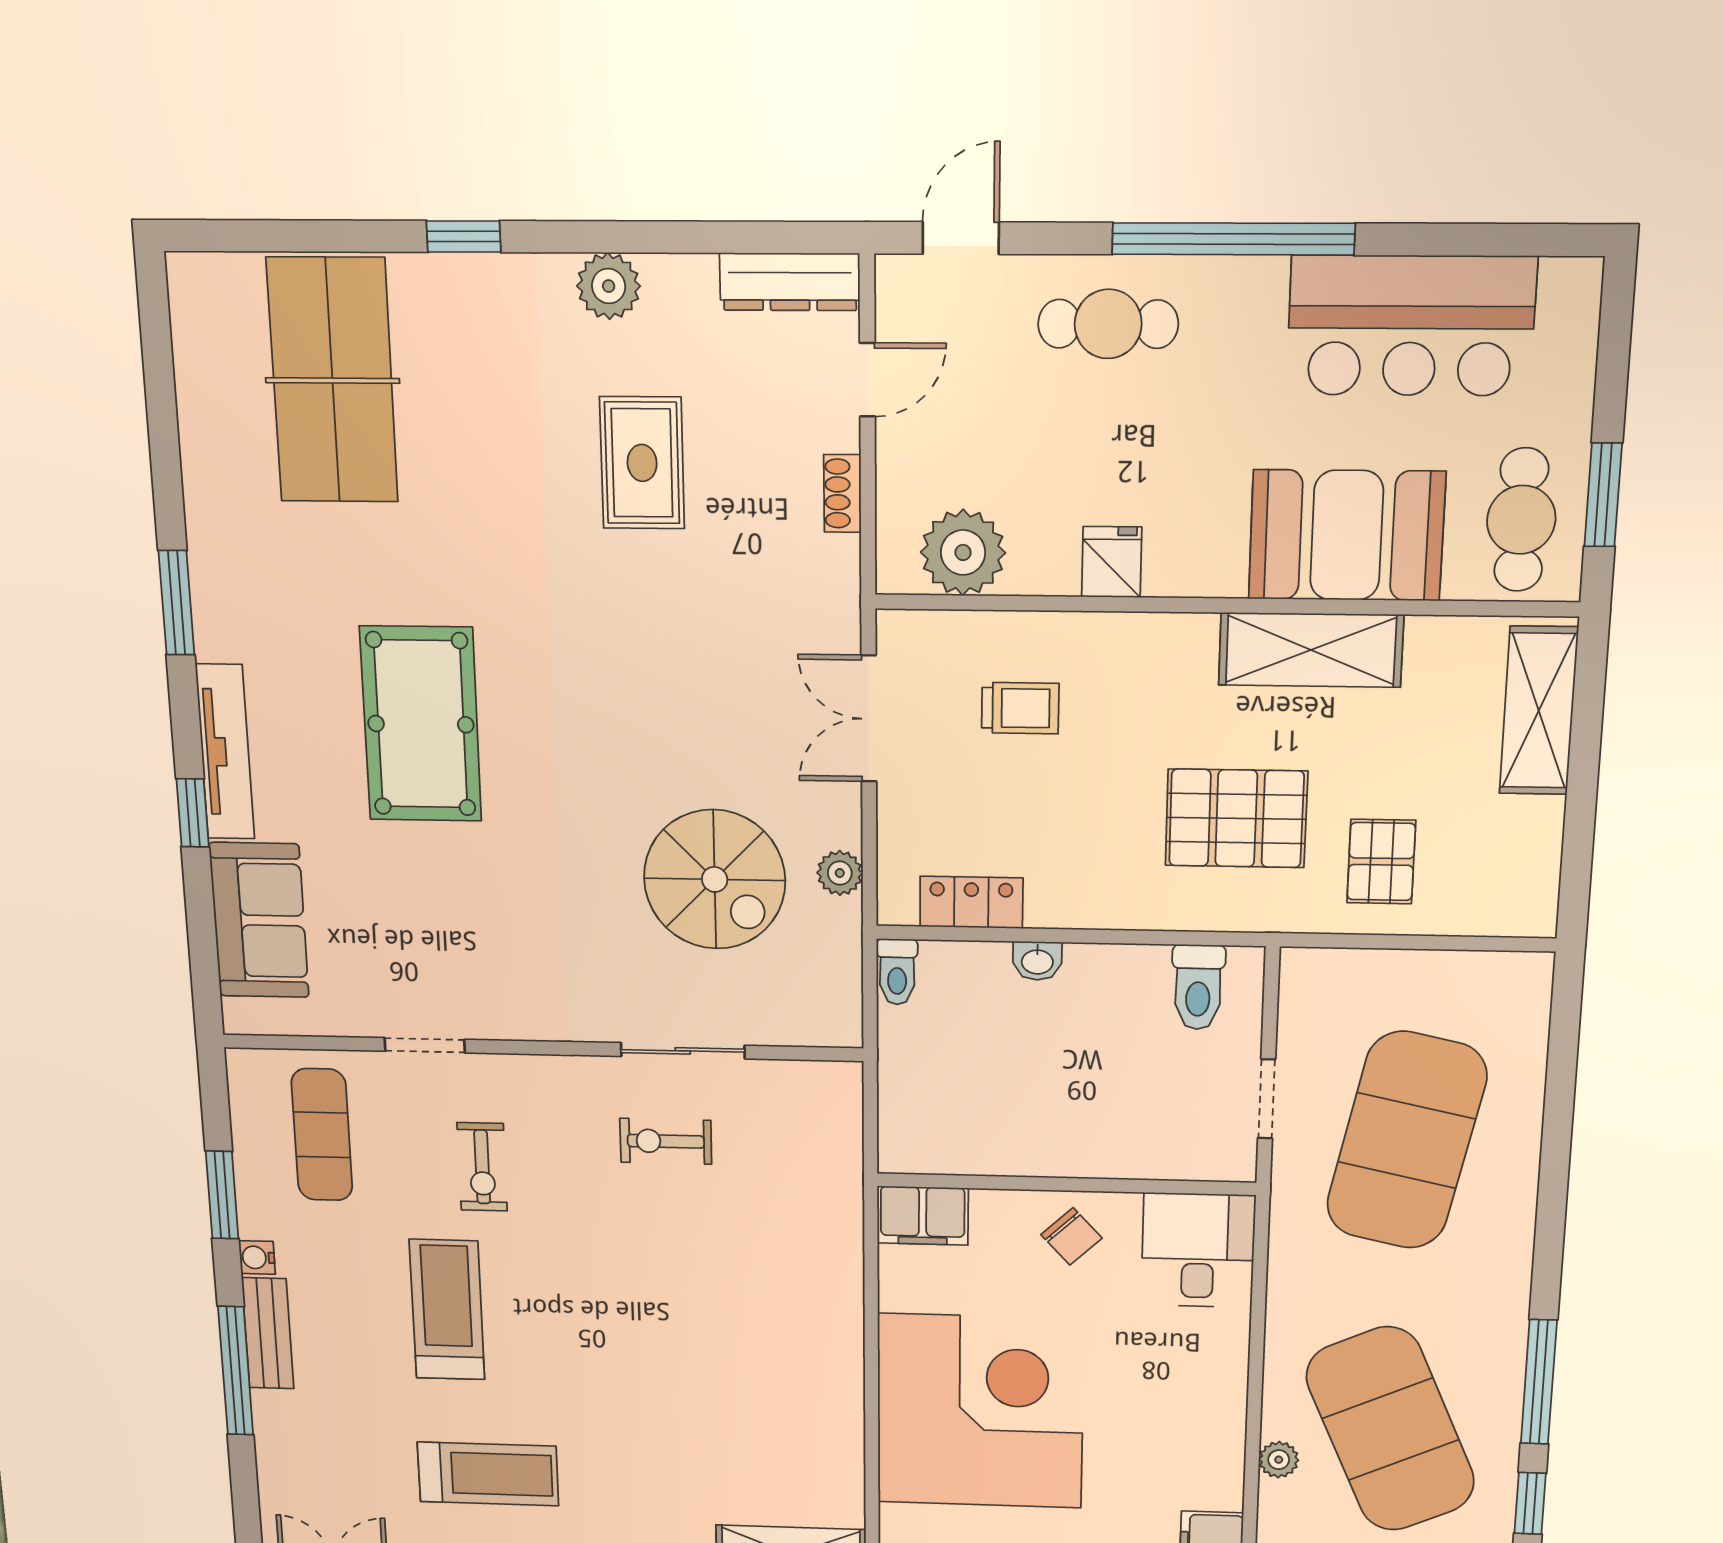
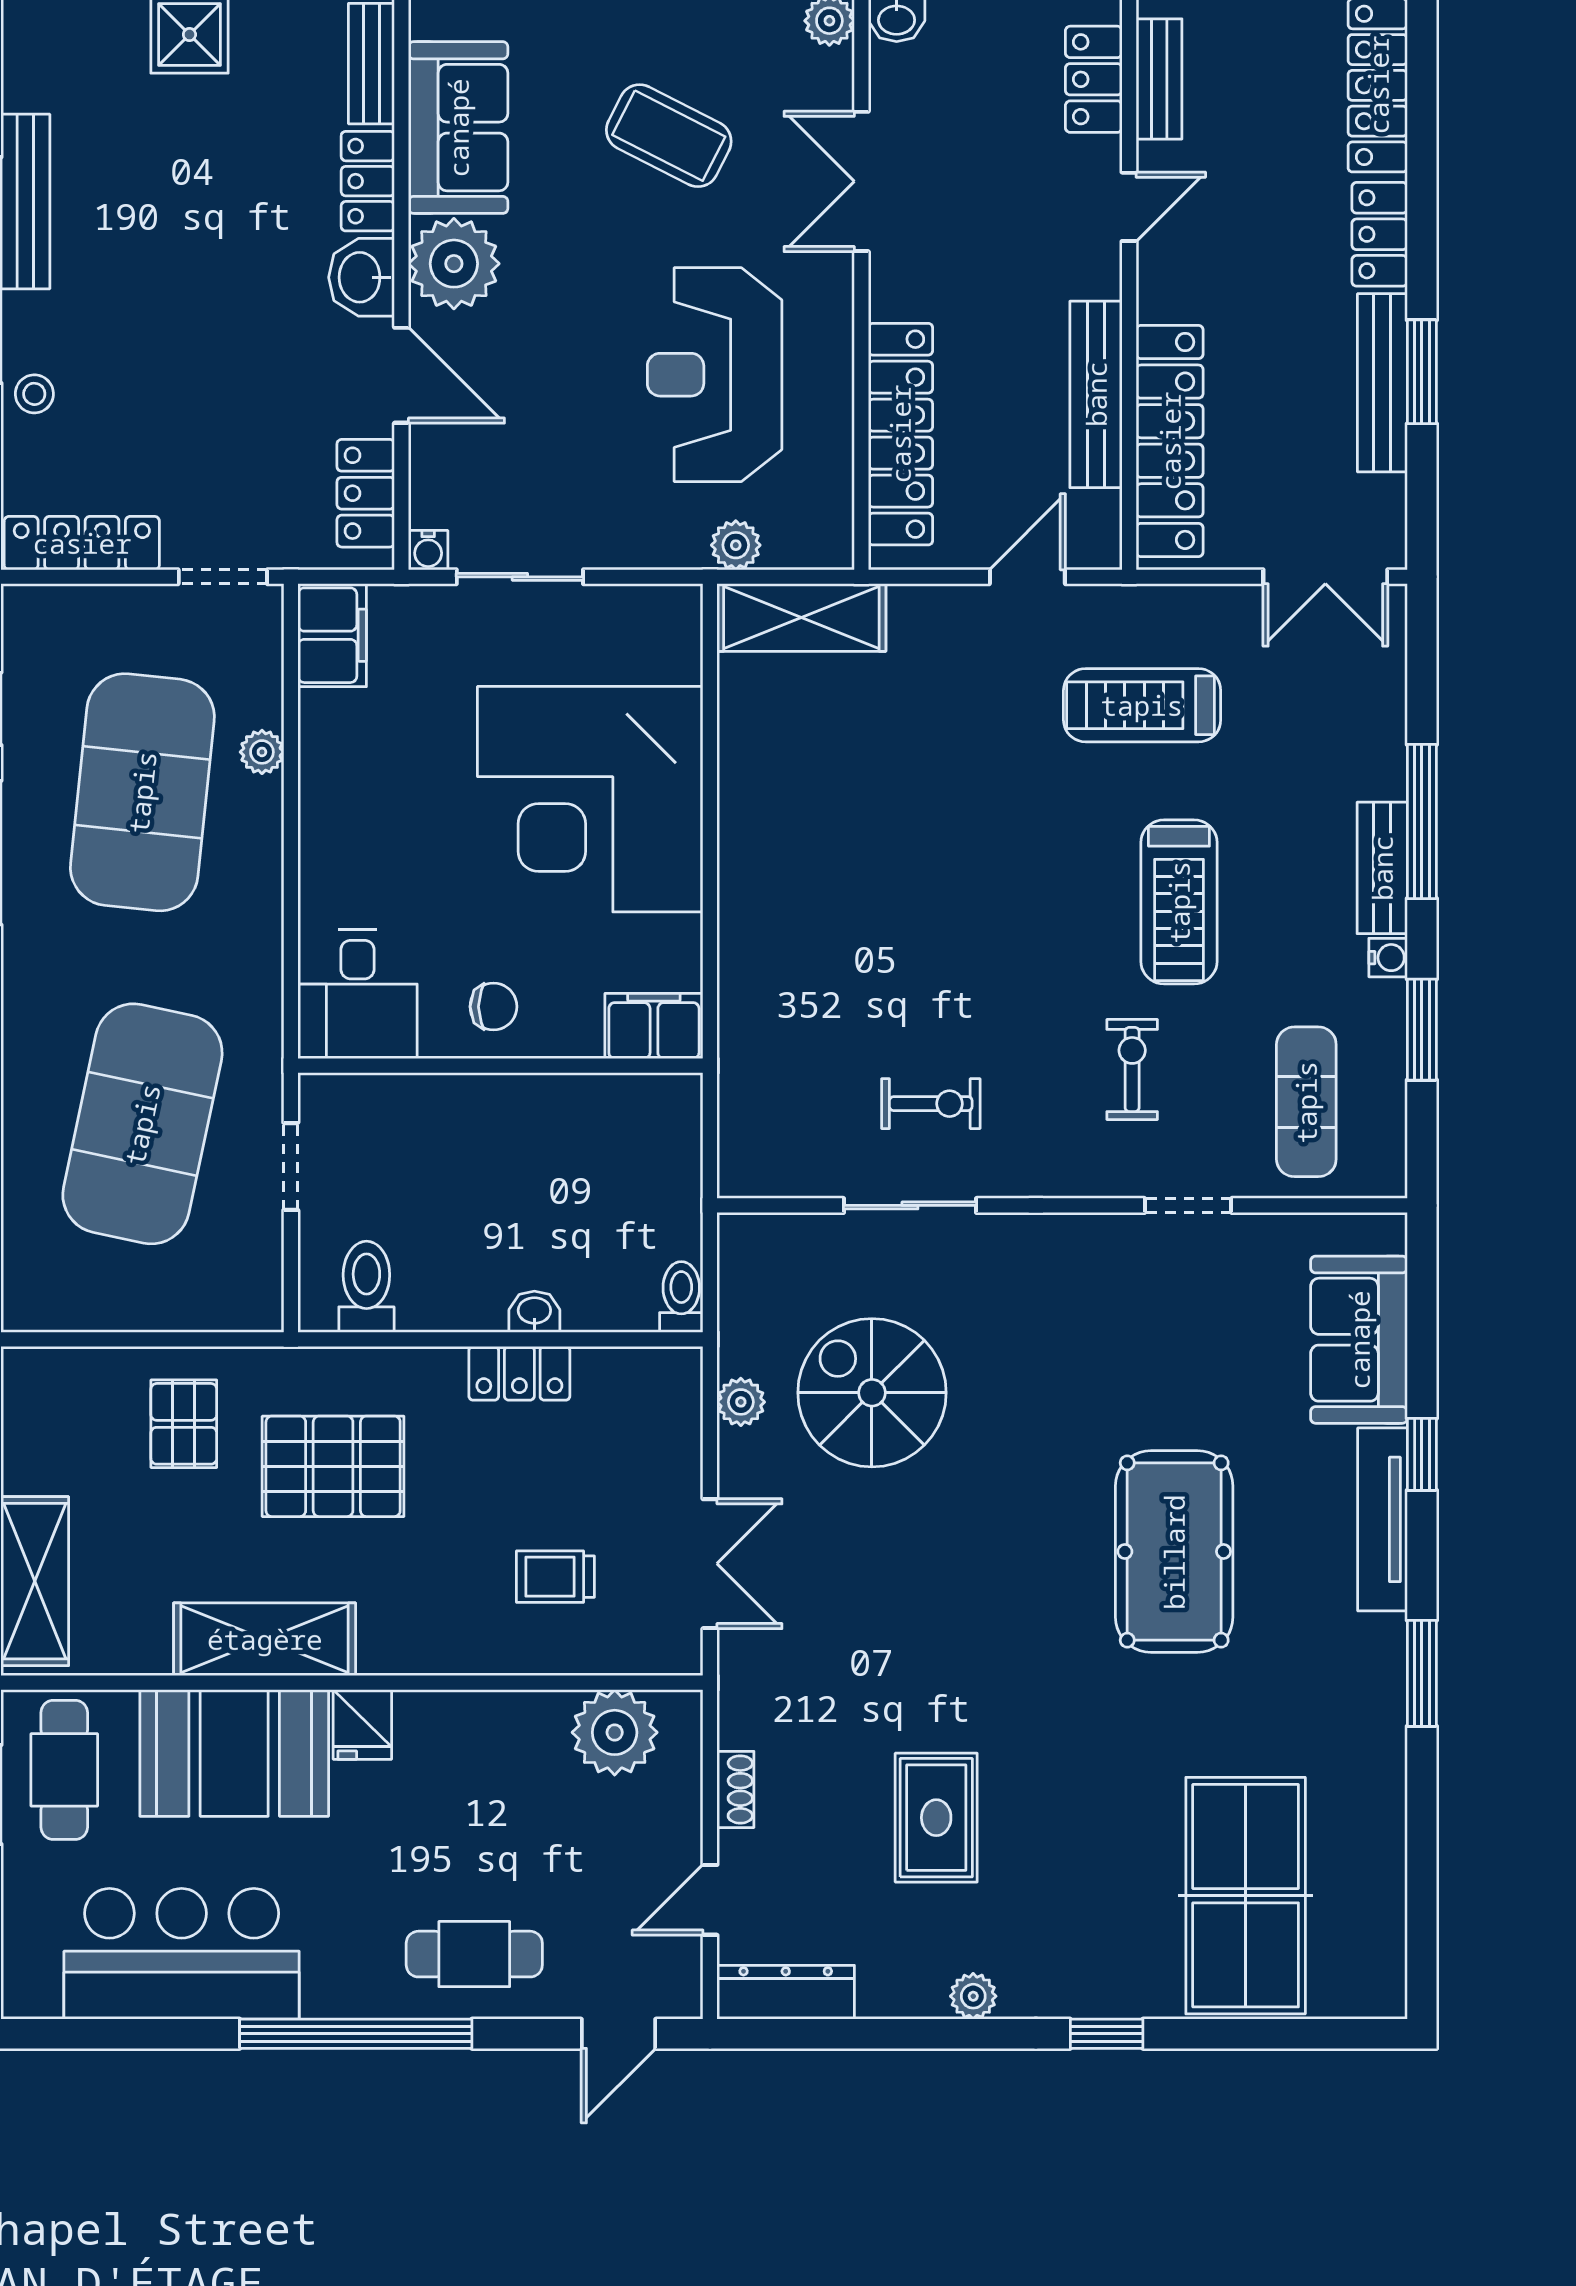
plant: (609, 286) -> (973, 1996), width x0.73, depth x0.73
fridge: (1112, 562) -> (362, 1725), moved
locker: (971, 902) -> (519, 1373), moved
chair: (1071, 1236) -> (493, 1007), turned 133
exercise mat: (1390, 1429) -> (142, 792), turned 30

